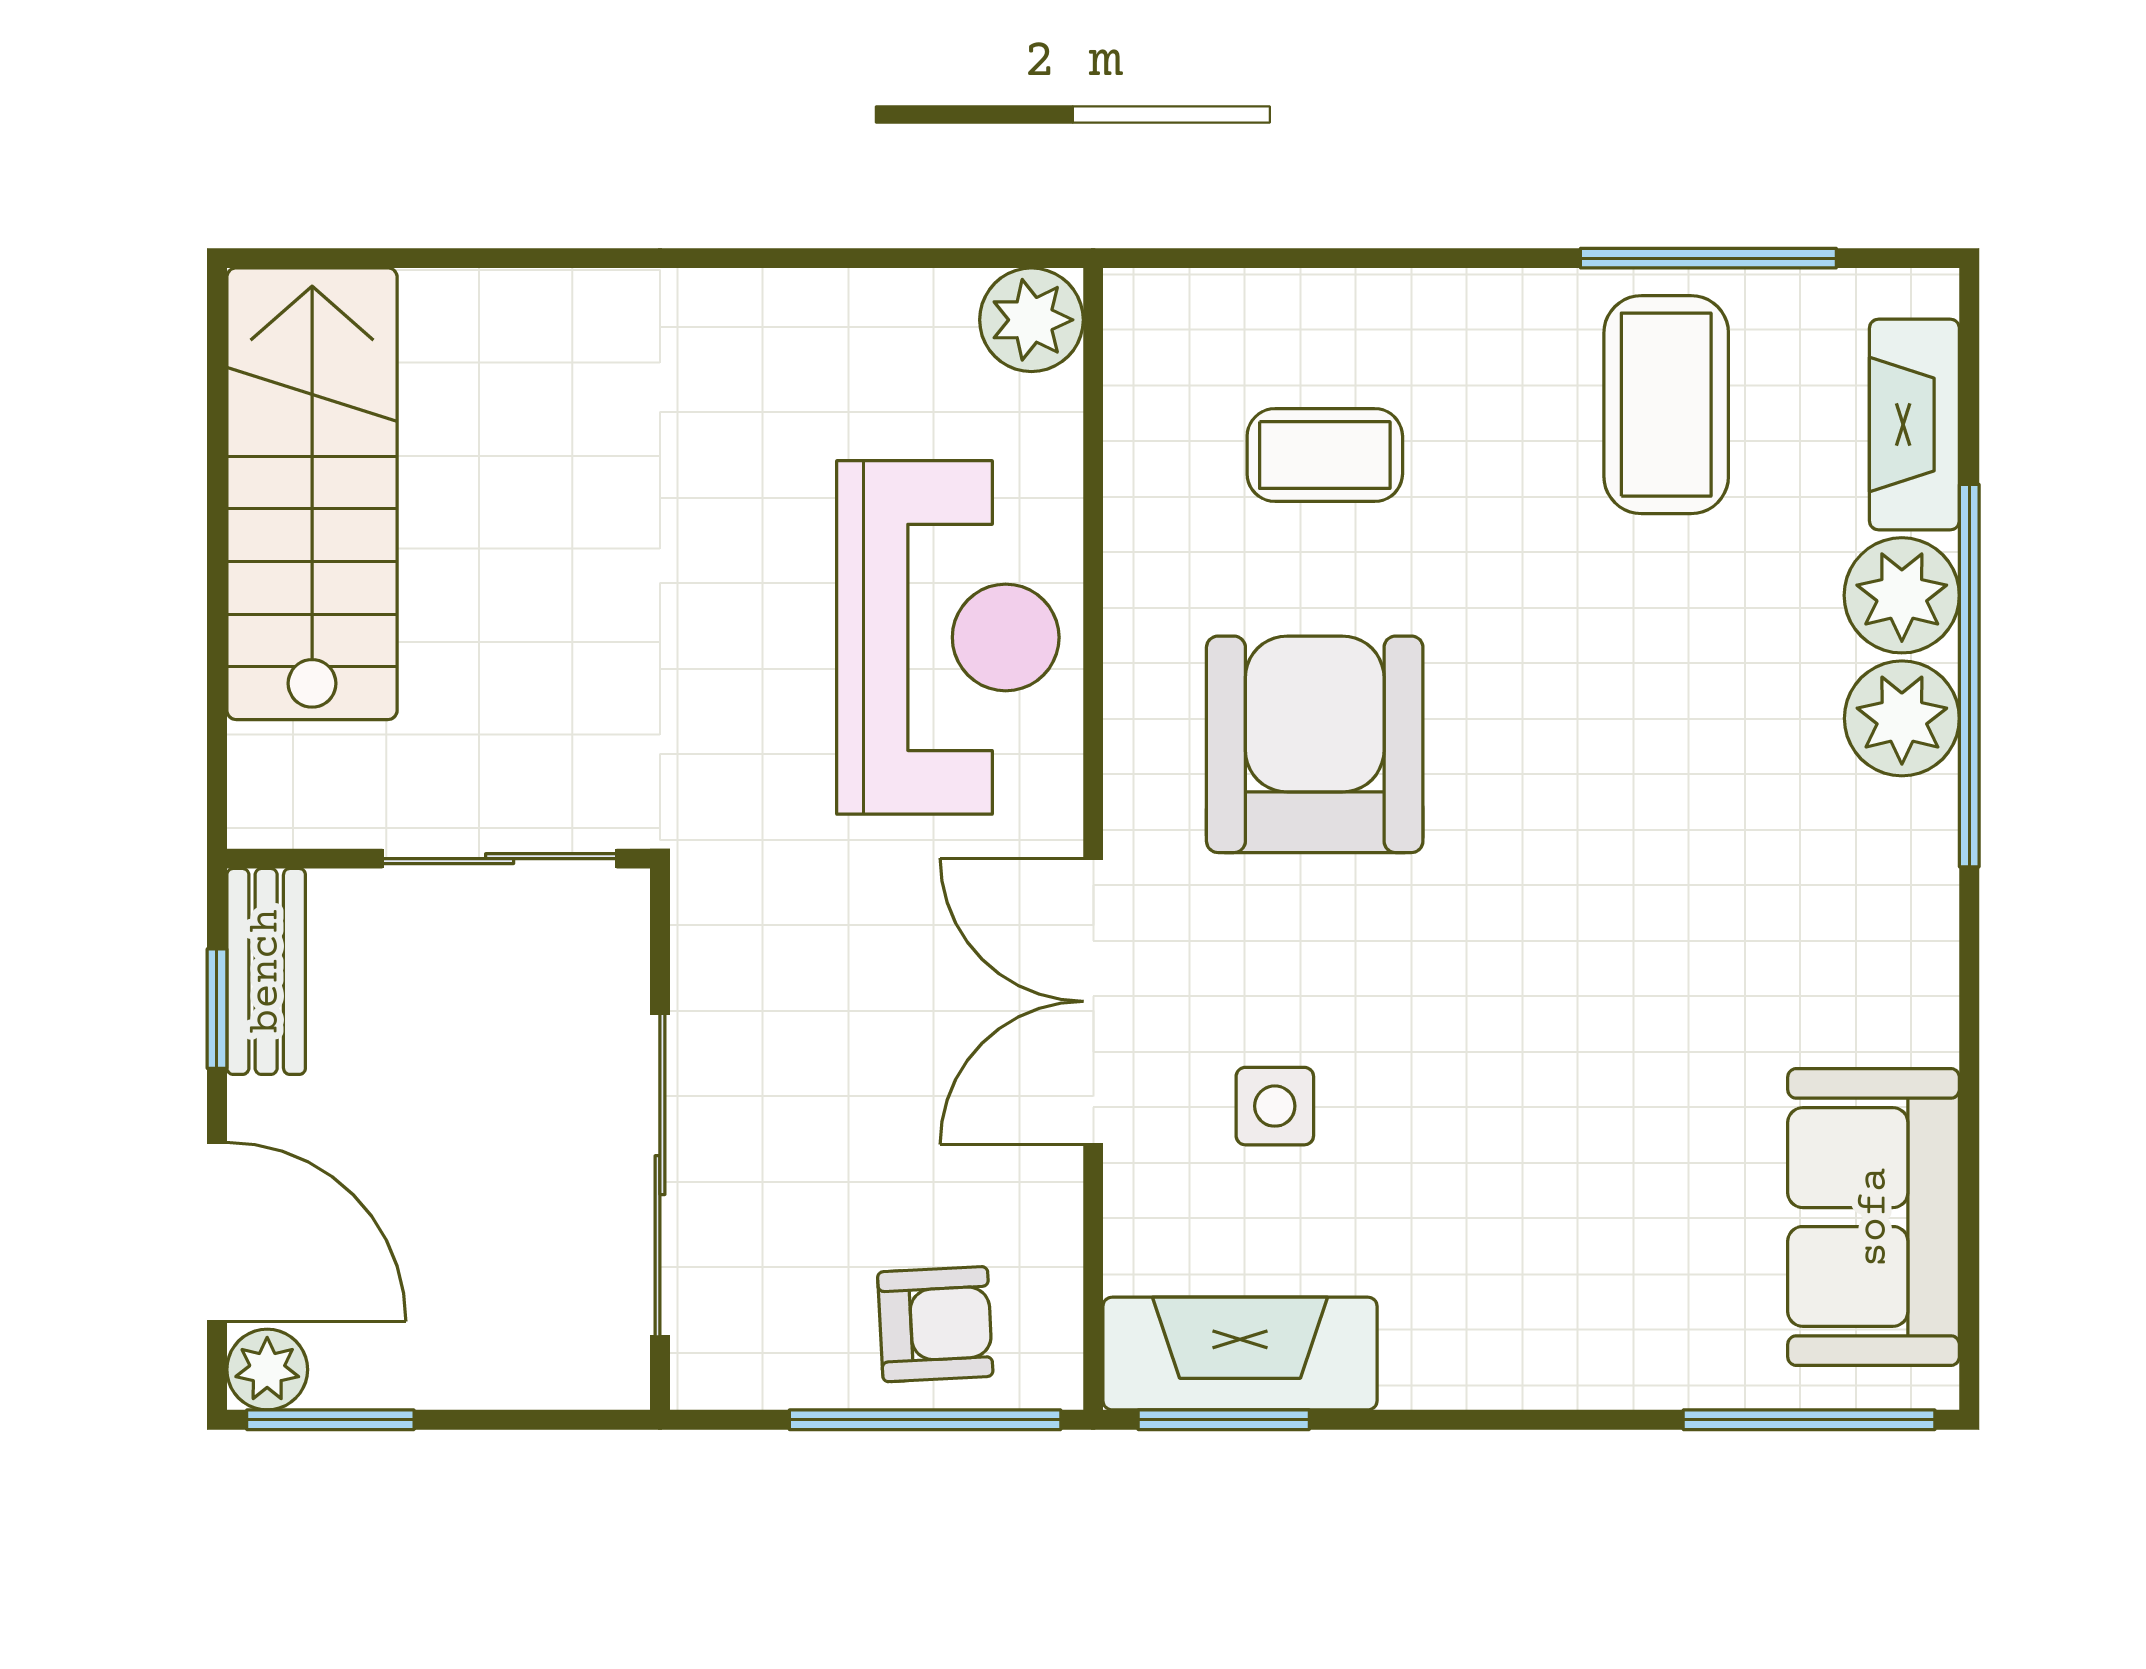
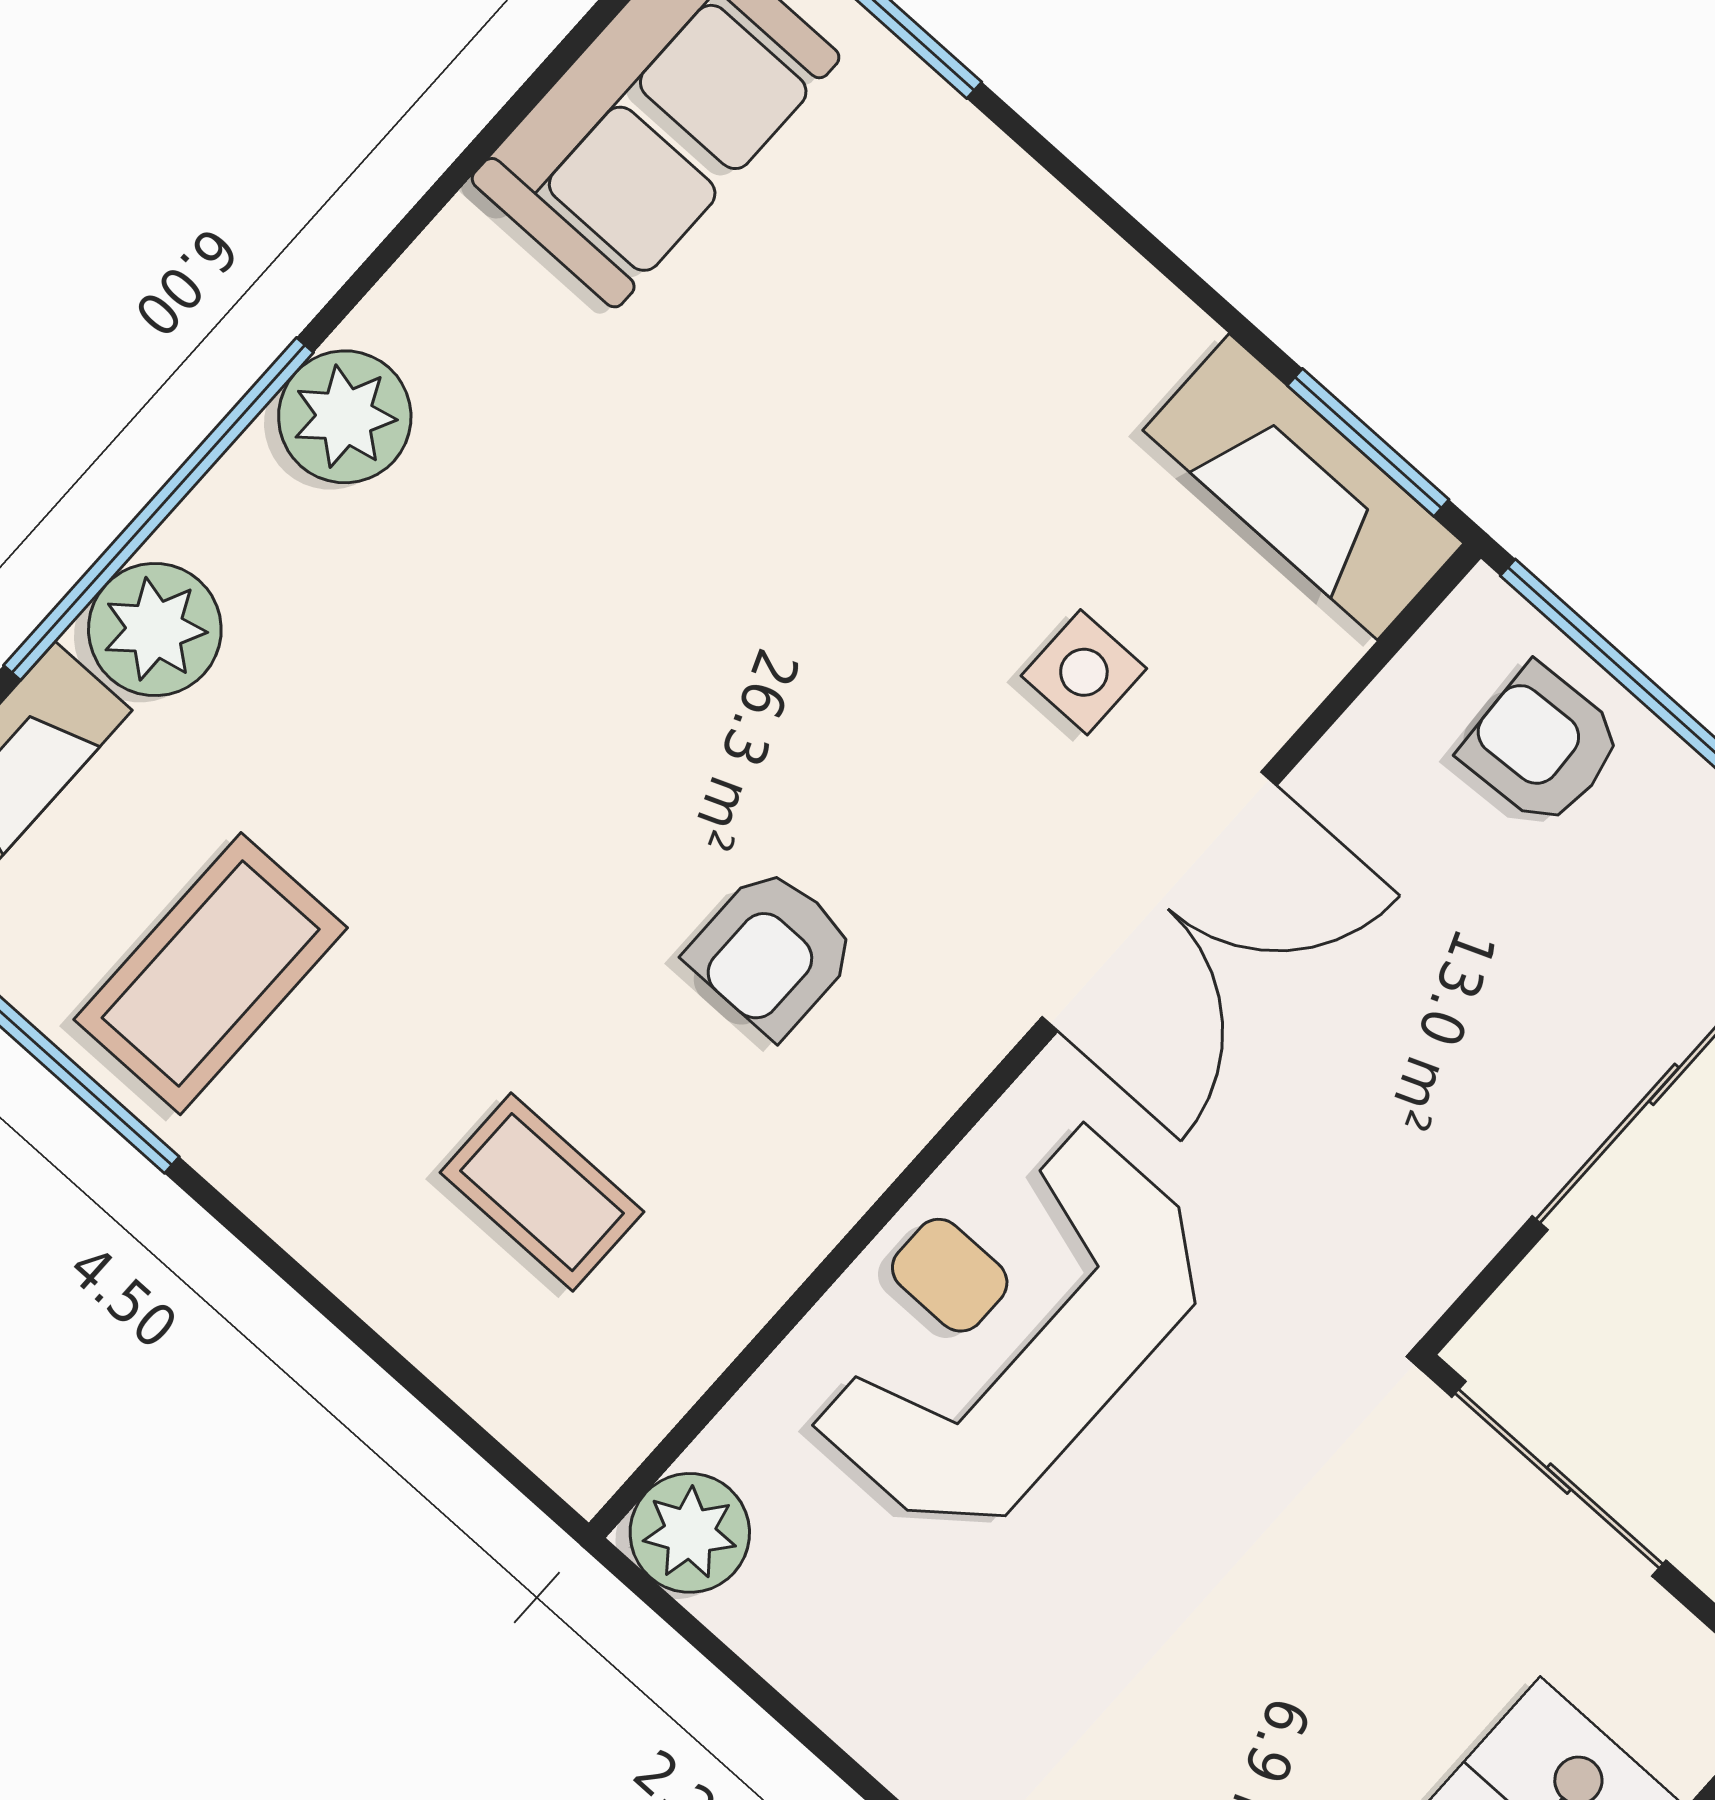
plant: (1902, 718) -> (345, 417), moved
armchair: (1315, 744) -> (772, 952), width x0.53, depth x0.53

